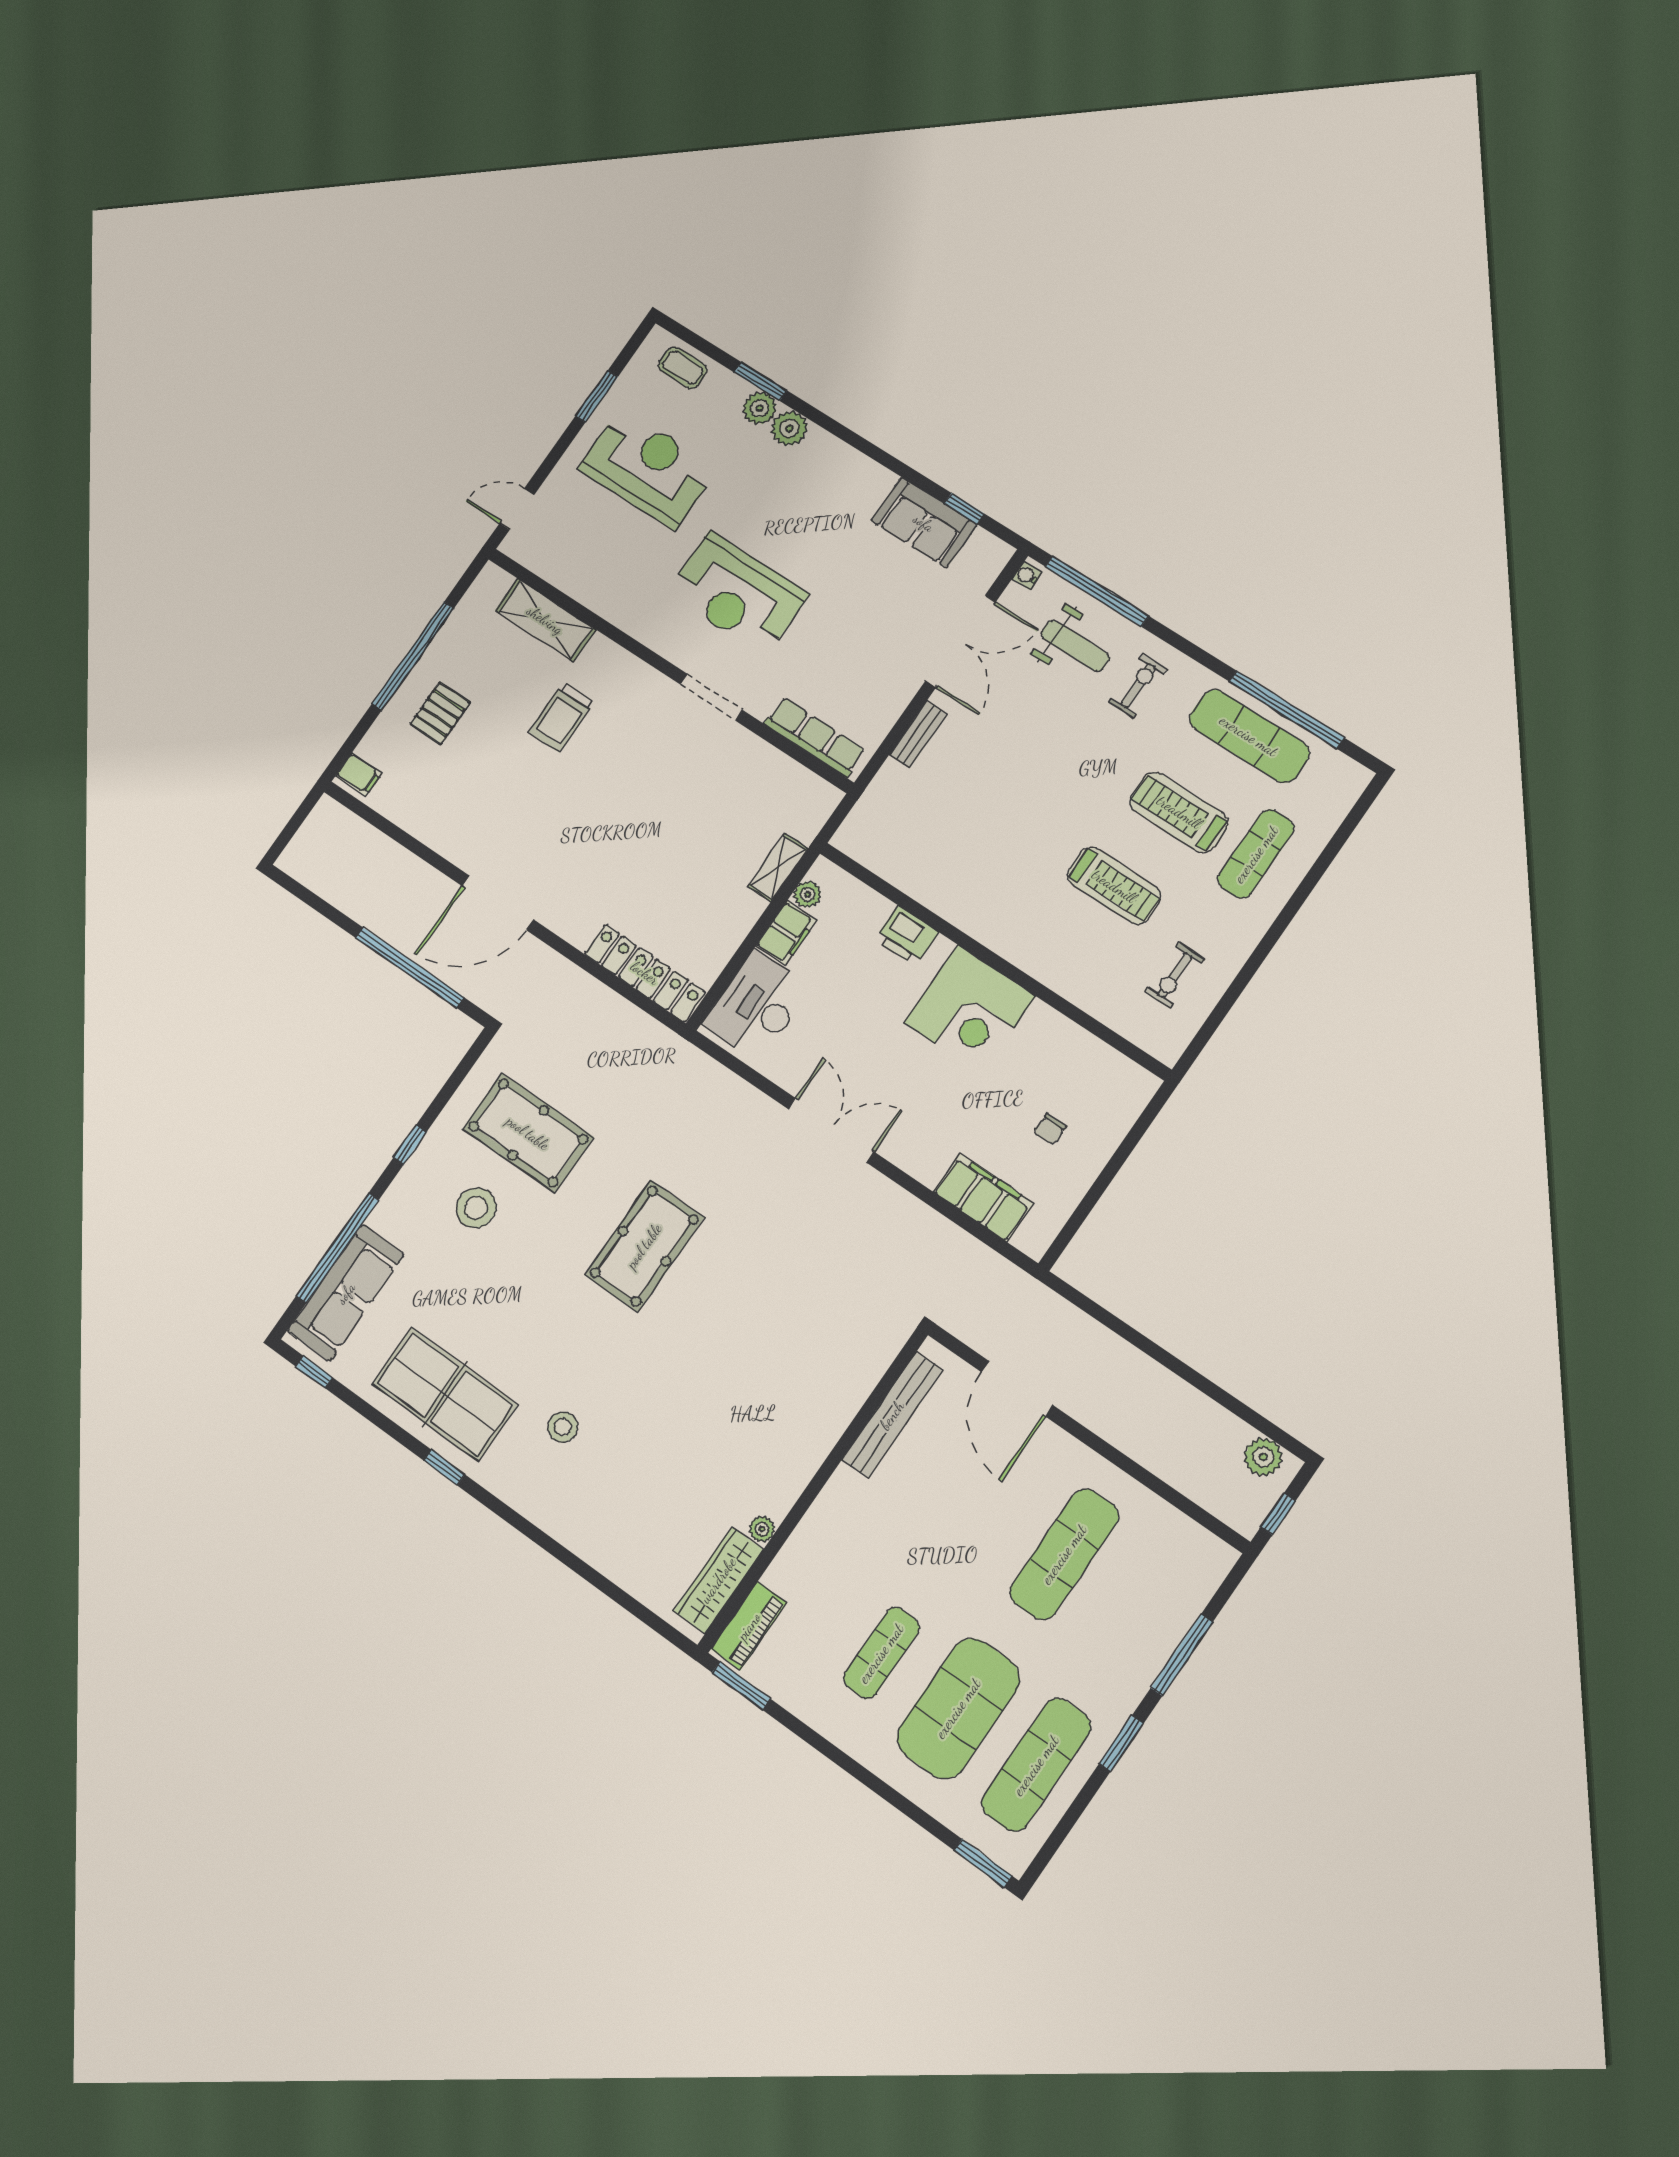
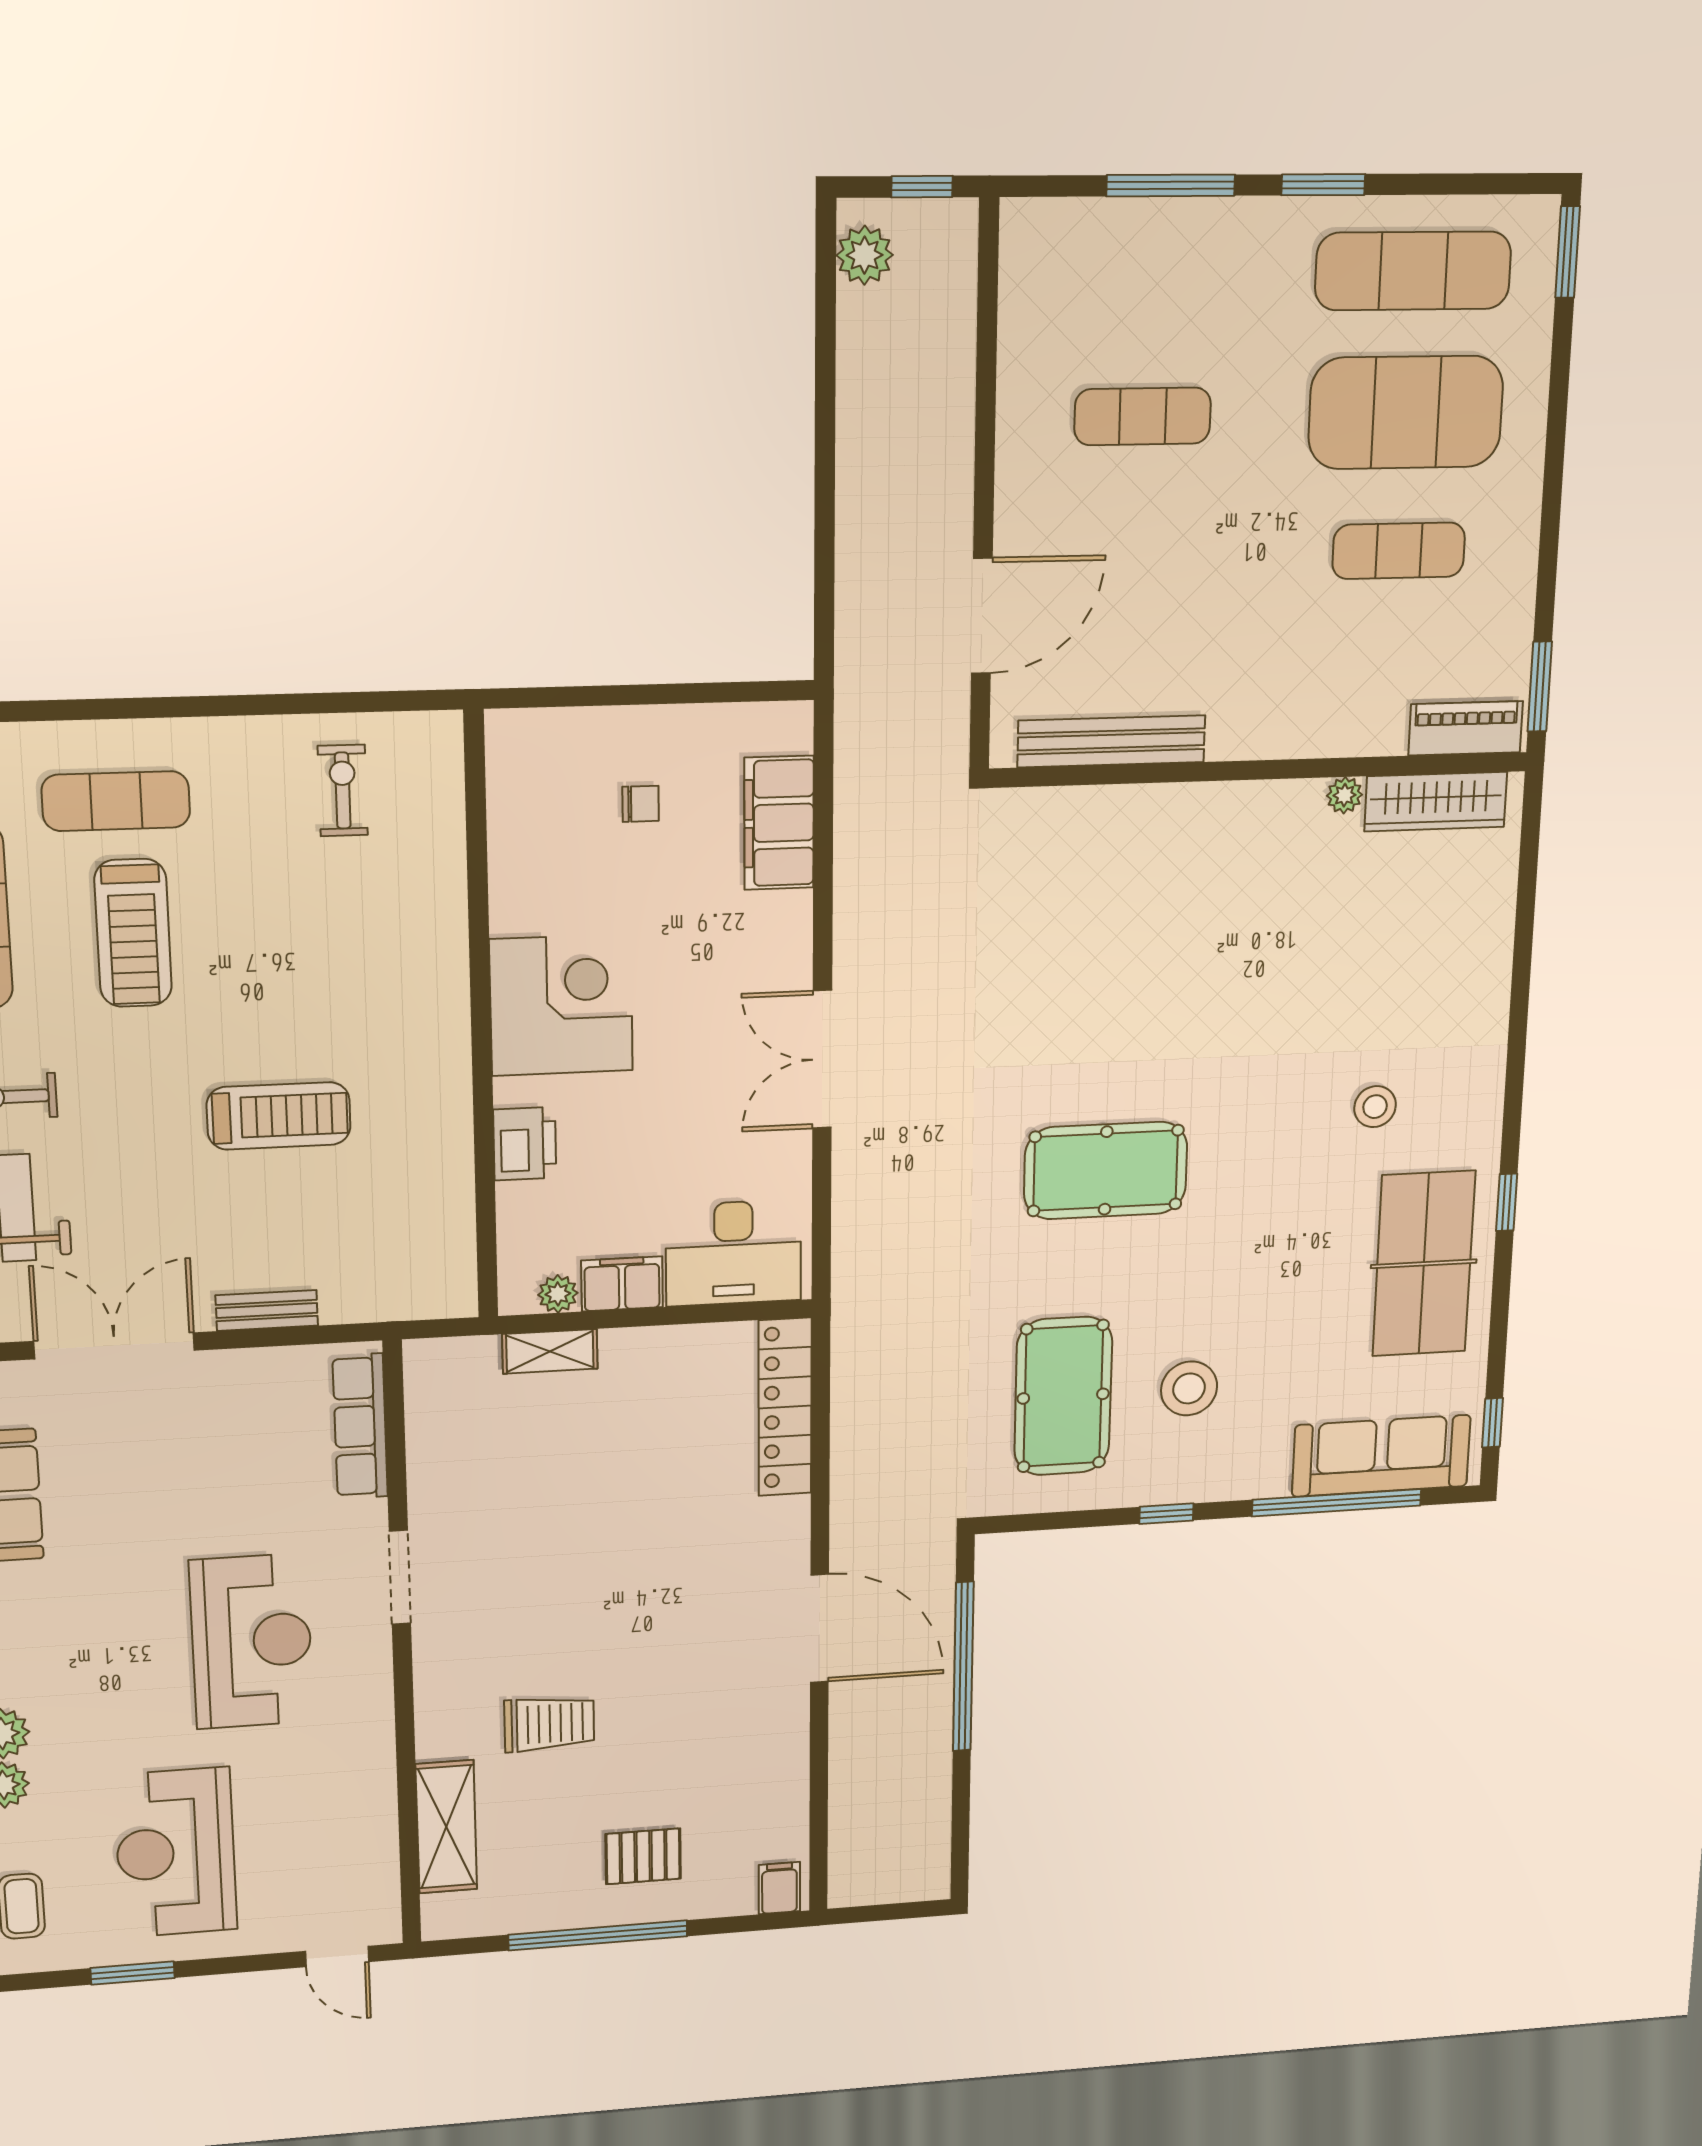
treadmill: (1114, 886) -> (279, 1116), moved, turned 90
exercise bike: (1175, 975) -> (343, 790), turned -90
exercise mat: (1064, 1554) -> (1143, 416), width x0.73, depth x0.69

